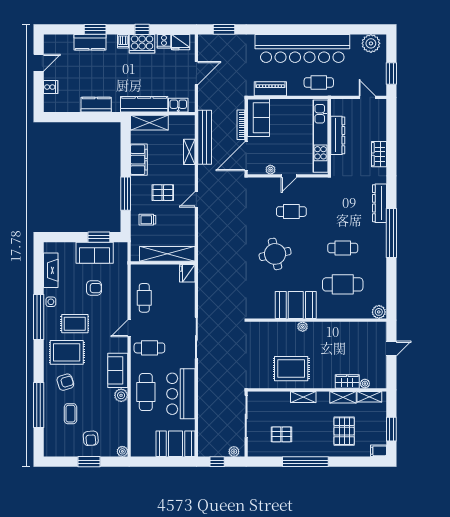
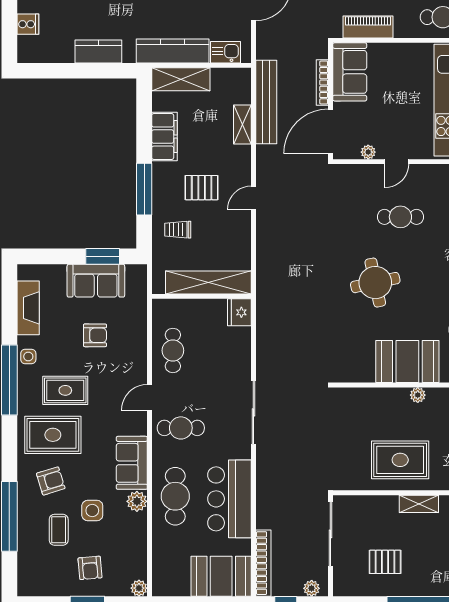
side table: (92, 401) -> (92, 511), added
bookcase: (203, 435) -> (263, 563), added

